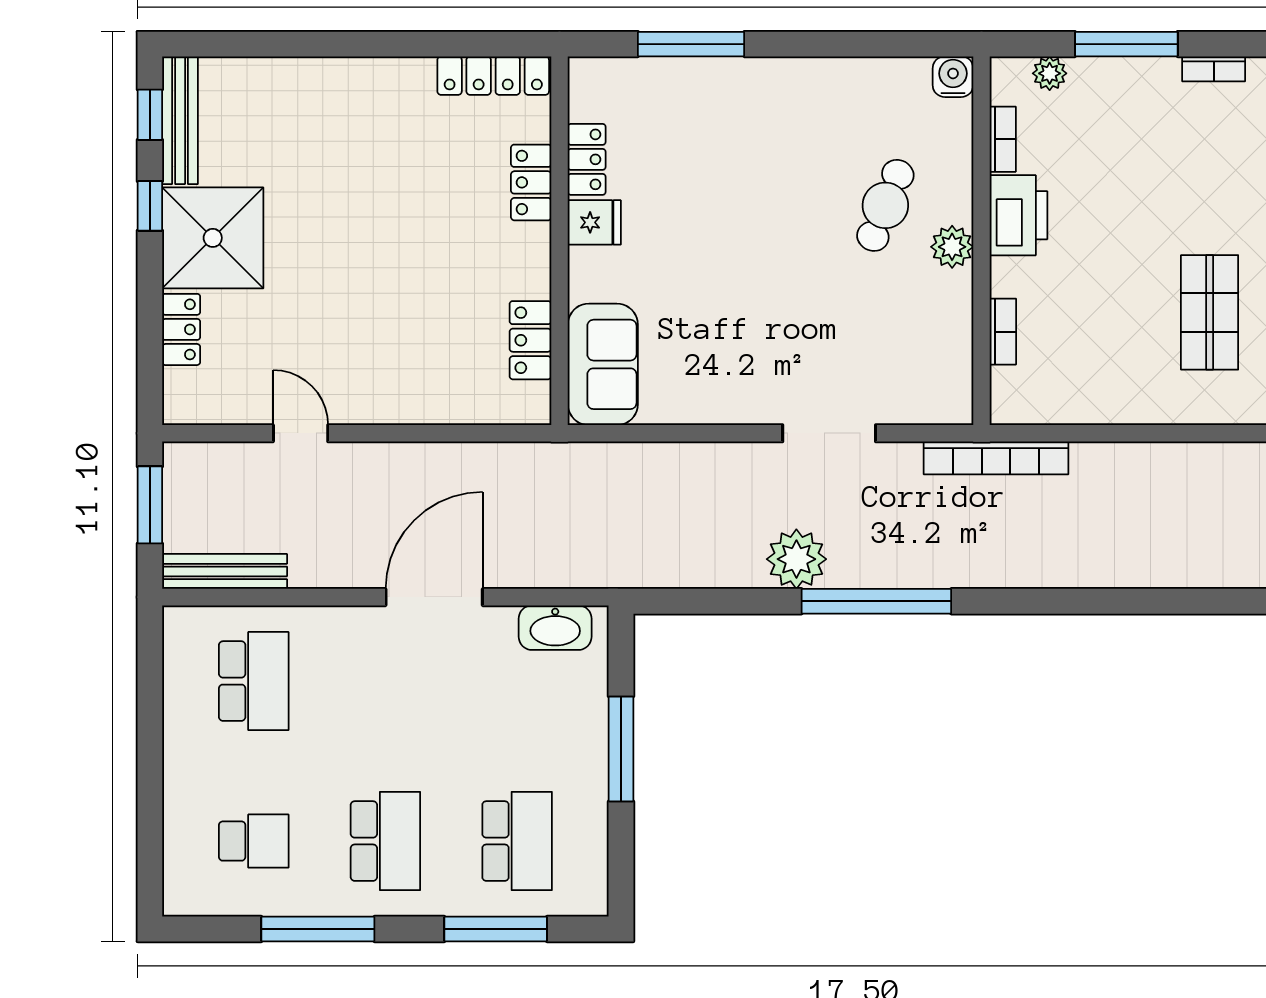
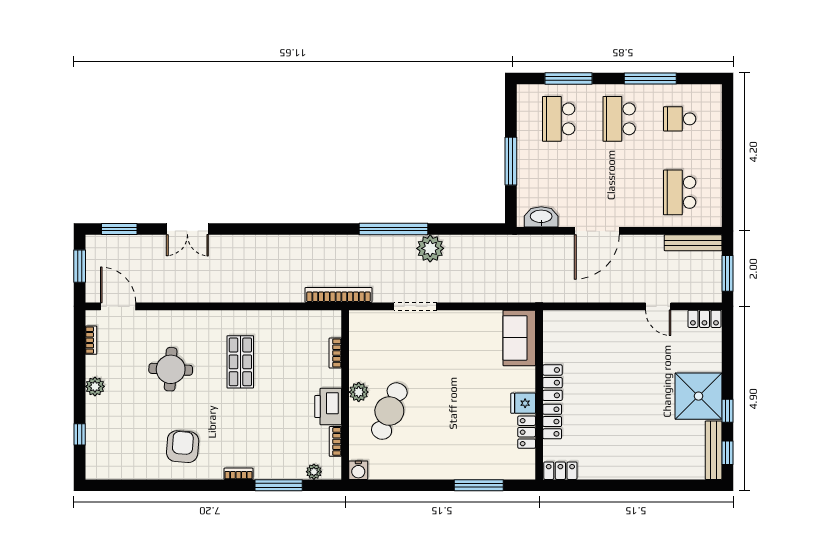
locker: (493, 76) -> (560, 471), width x0.66
cafe table: (885, 205) -> (389, 411), width x1.37, depth x1.35
locker: (181, 329) -> (704, 319), moved, turned -90
locker: (530, 340) -> (552, 383), moved

